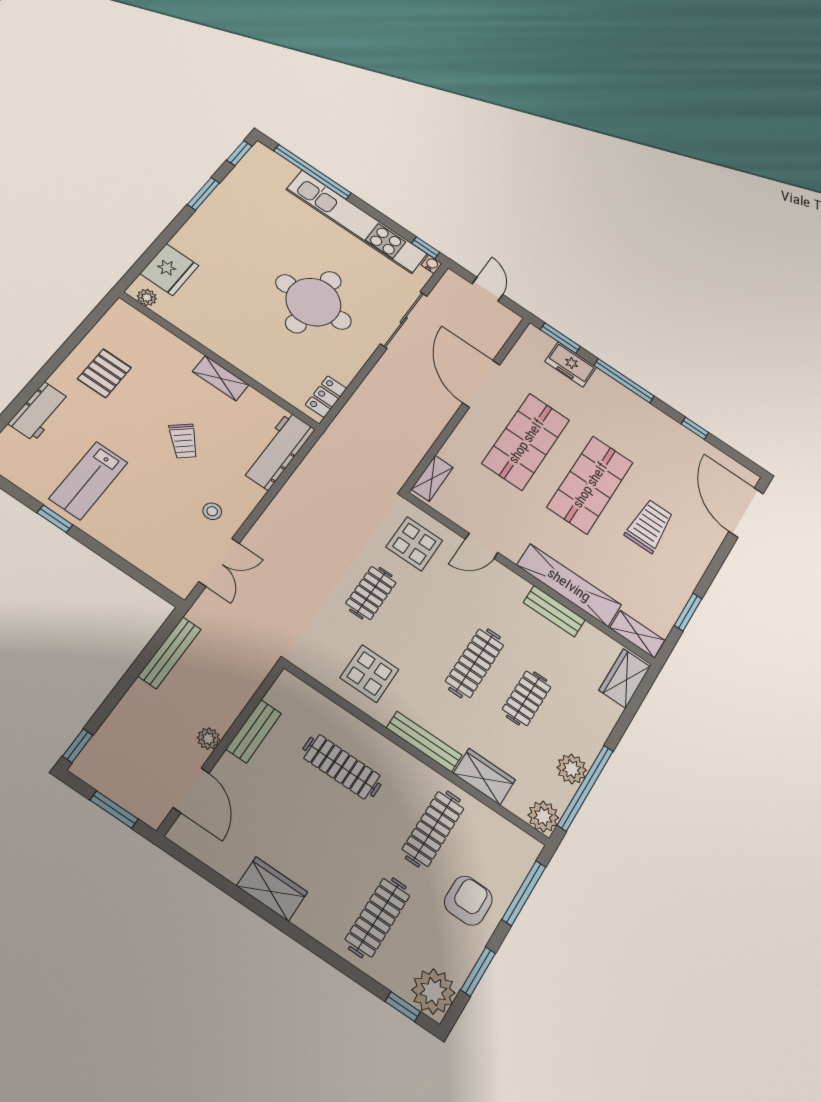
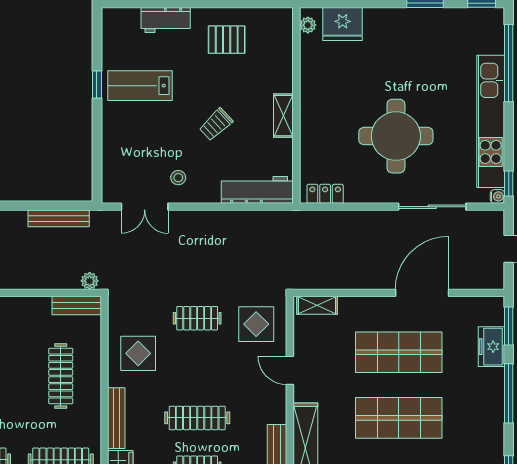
bench: (254, 731) -> (77, 306), moved
plant: (208, 739) -> (90, 281), moved

